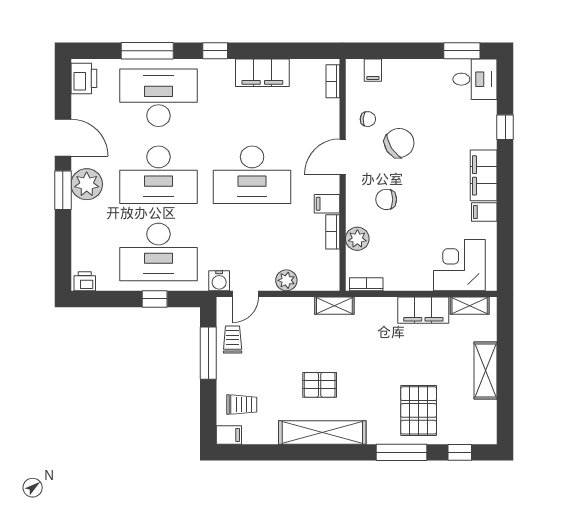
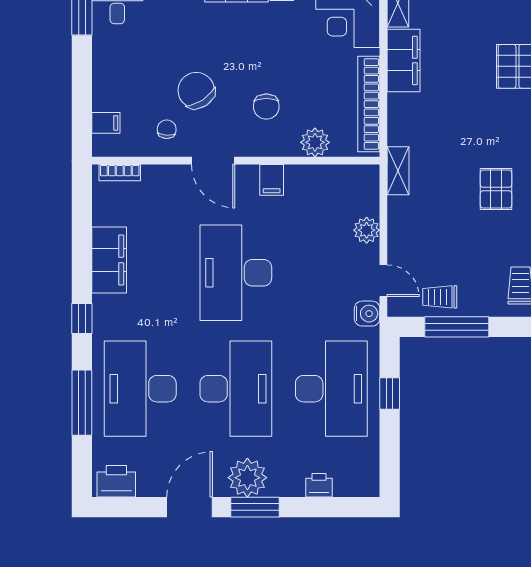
desk: (252, 175) -> (236, 273), turned 180
bookcase: (333, 232) -> (307, 173), removed
printer: (85, 281) -> (319, 485), moved, turned 90
bookcase: (366, 284) -> (369, 104), width x2.31, depth x1.31

